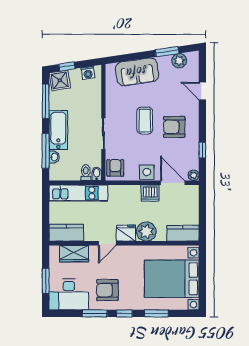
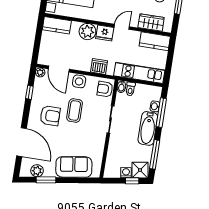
washing machine: (88, 73) -> (126, 173), moved
door: (202, 91) -> (22, 142), width x1.88
coffee table: (145, 121) -> (75, 111), moved
armchair: (115, 168) -> (105, 89), turned 90
dishwasher: (150, 193) -> (99, 66), moved

